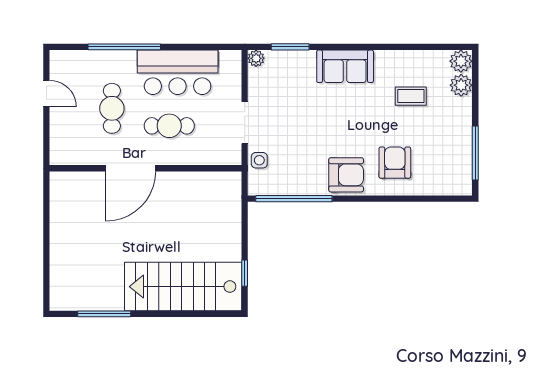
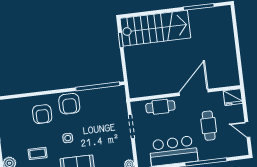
cafe table: (169, 126) -> (160, 107), moved
fridge: (65, 152) -> (233, 97), added
side table: (259, 160) -> (68, 138), moved
armchair: (346, 175) -> (69, 104), turned -90

